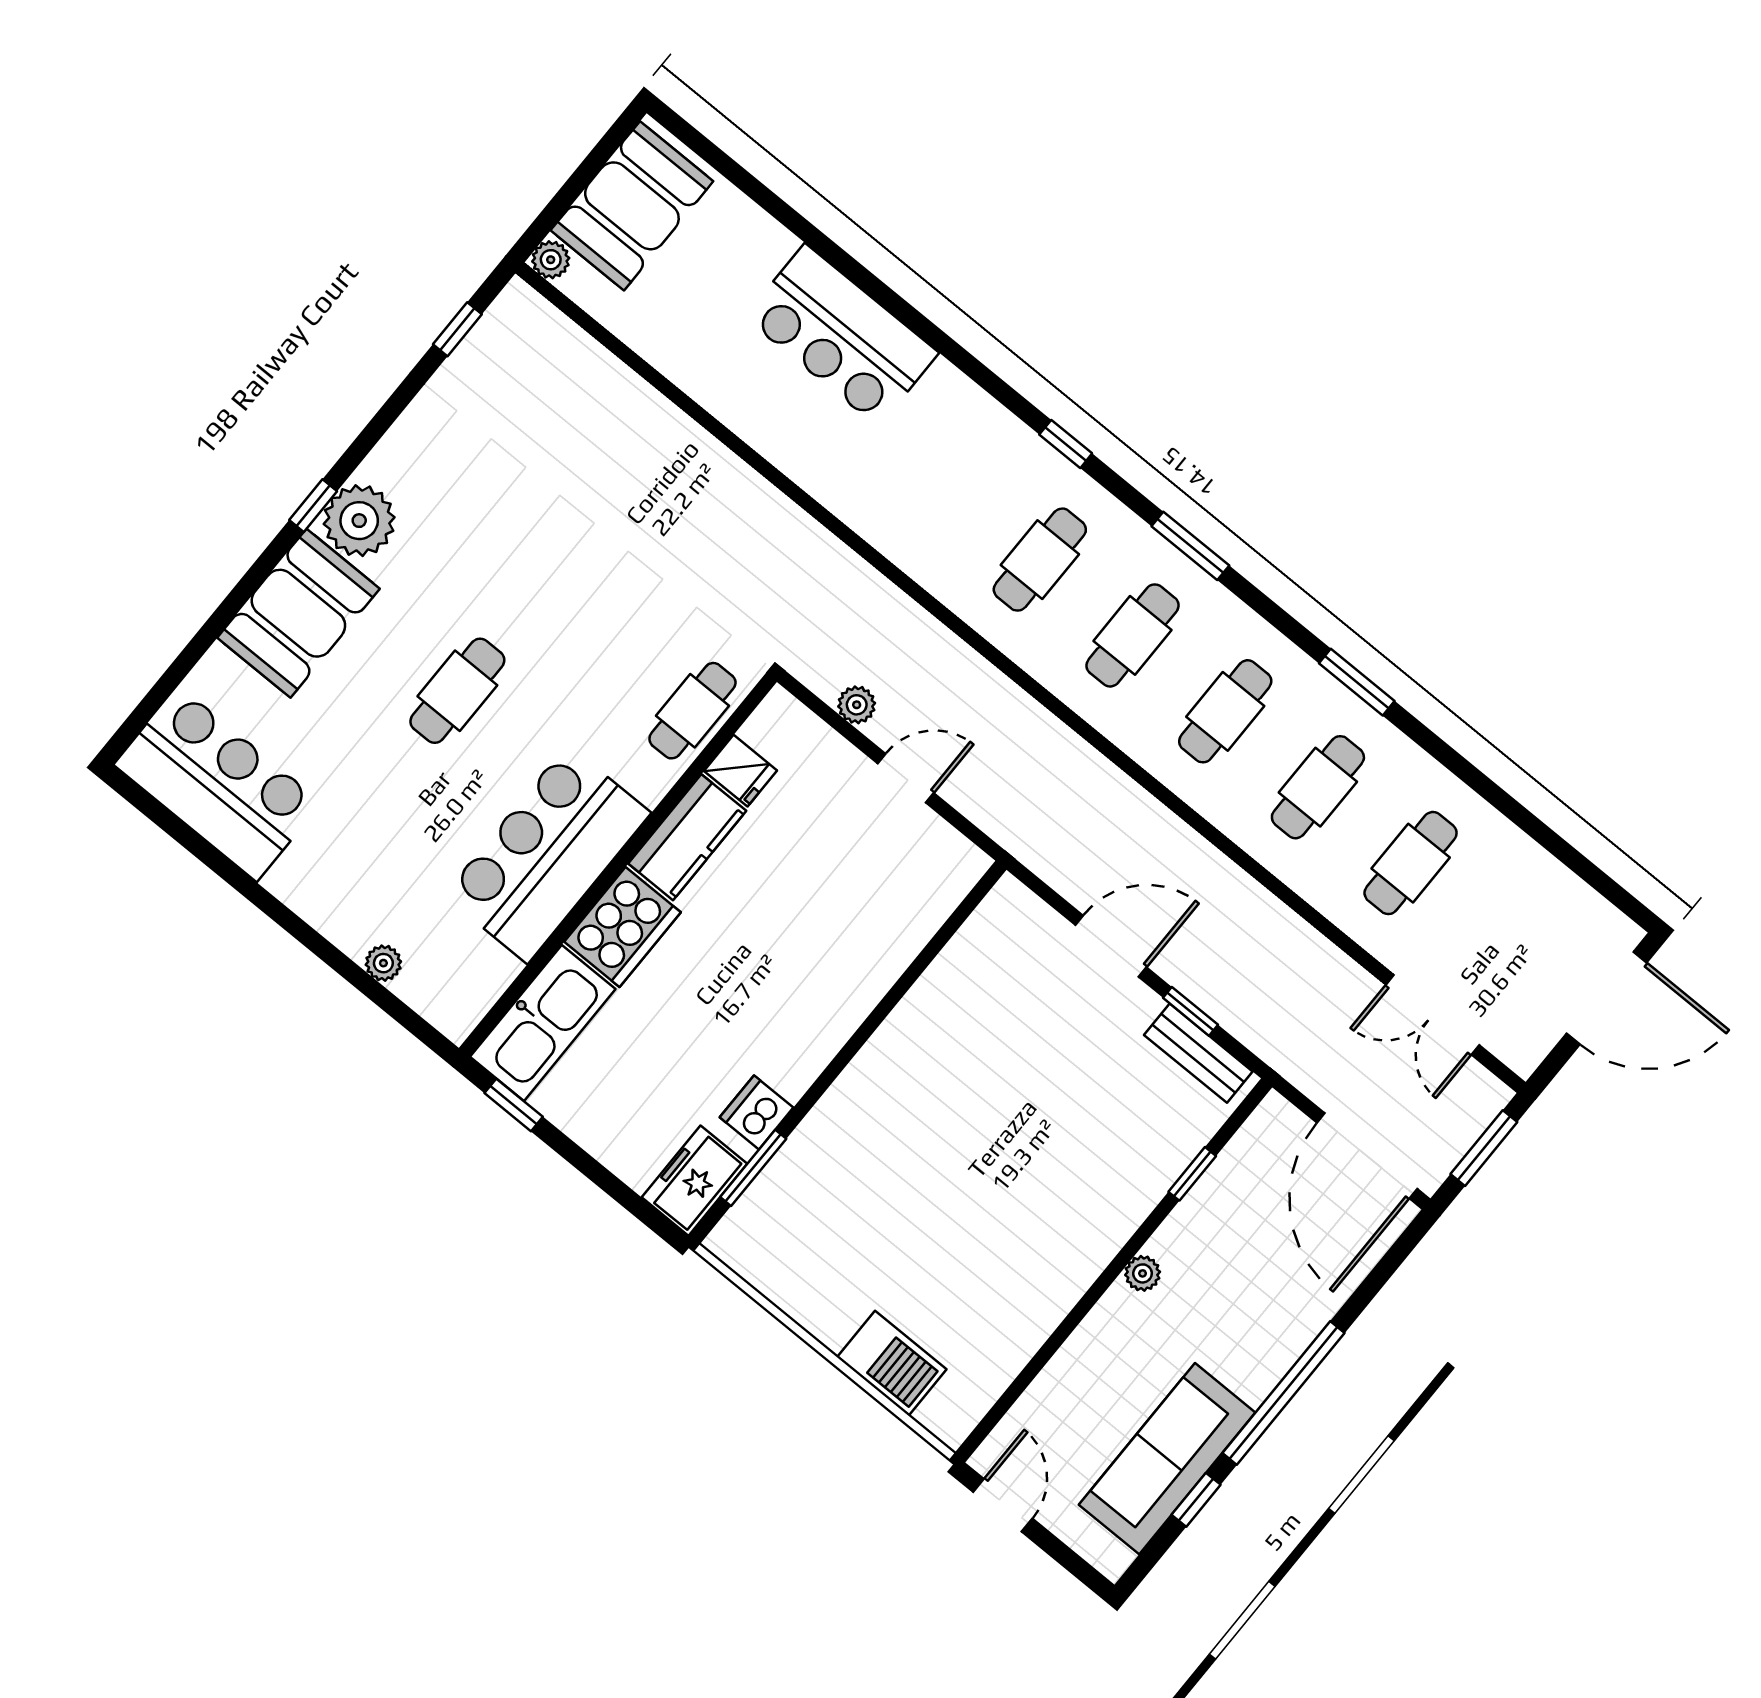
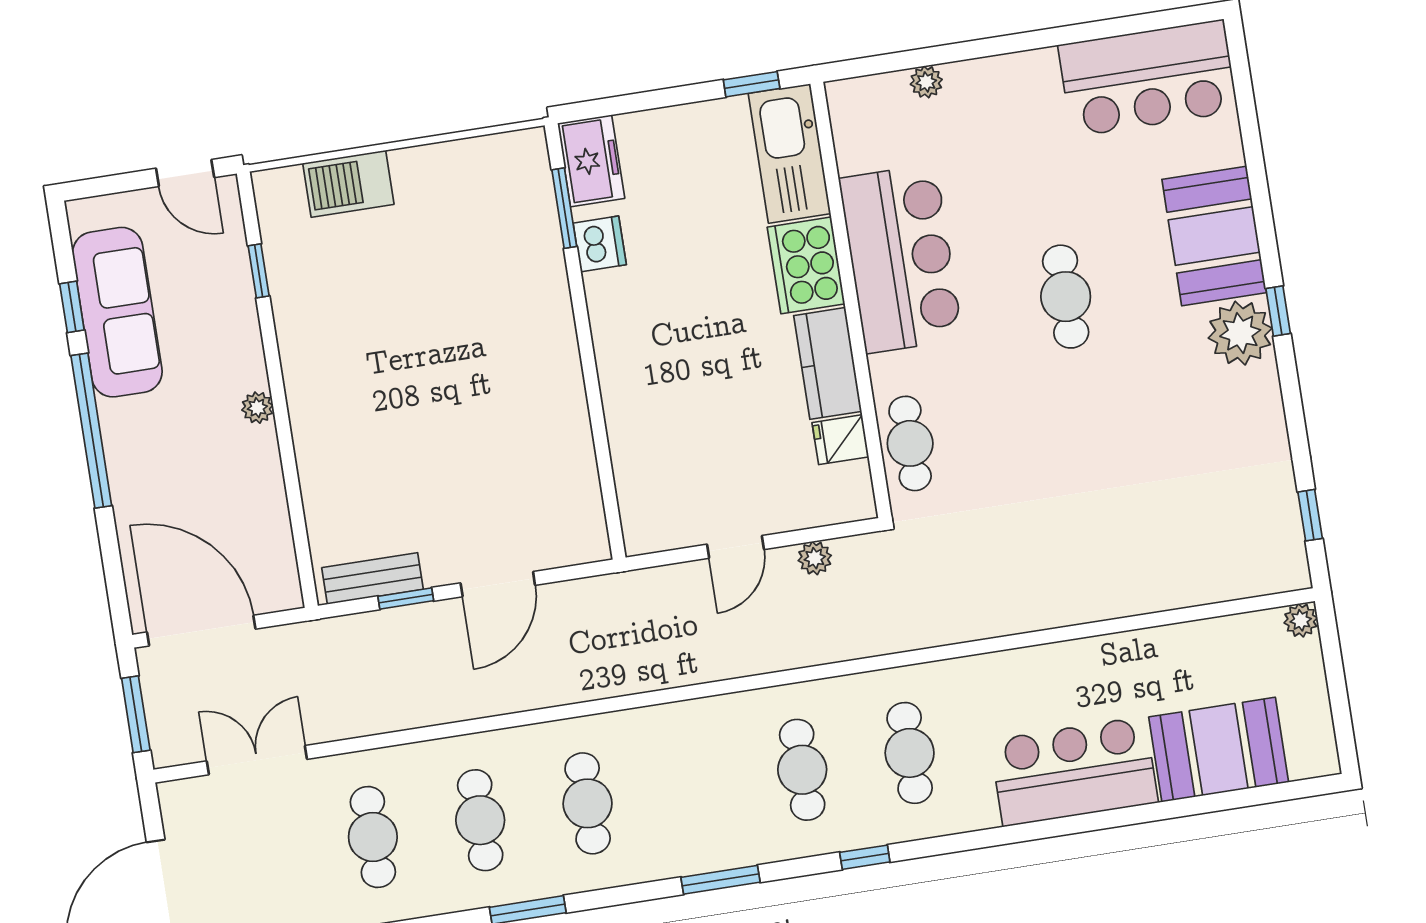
booth: (632, 206) -> (1219, 750), moved, turned 90
cafe table: (1133, 635) -> (910, 753), moved
window: (1192, 1174) -> (259, 271), moved

